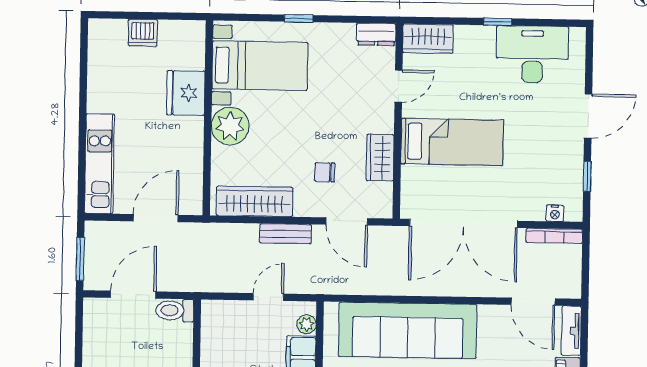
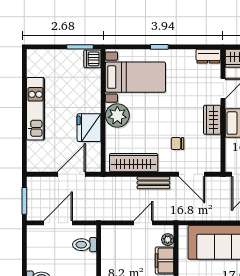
window: (173, 16) -> (80, 47), added
dishwasher: (143, 33) -> (92, 59), moved, turned 90
fridge: (186, 93) -> (89, 128), moved
wardrobe: (380, 158) -> (212, 120), moved
kitchen unit: (99, 164) -> (35, 109), moved
toilet: (175, 310) -> (85, 245), moved

